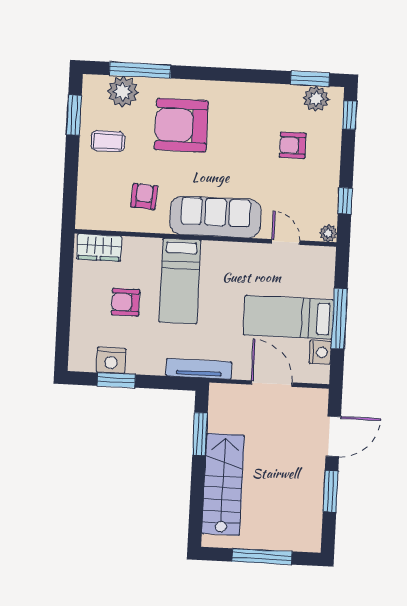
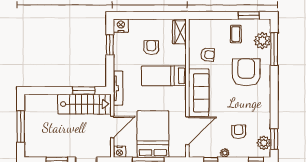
plant: (328, 233) -> (225, 153), moved
door: (286, 242) -> (187, 131), width x1.88
bed: (288, 317) -> (153, 134), width x1.50
nightstand: (320, 352) -> (120, 152), moved
nightstand: (111, 360) -> (121, 26), moved, turned 90
stairs: (223, 484) -> (84, 104), moved

